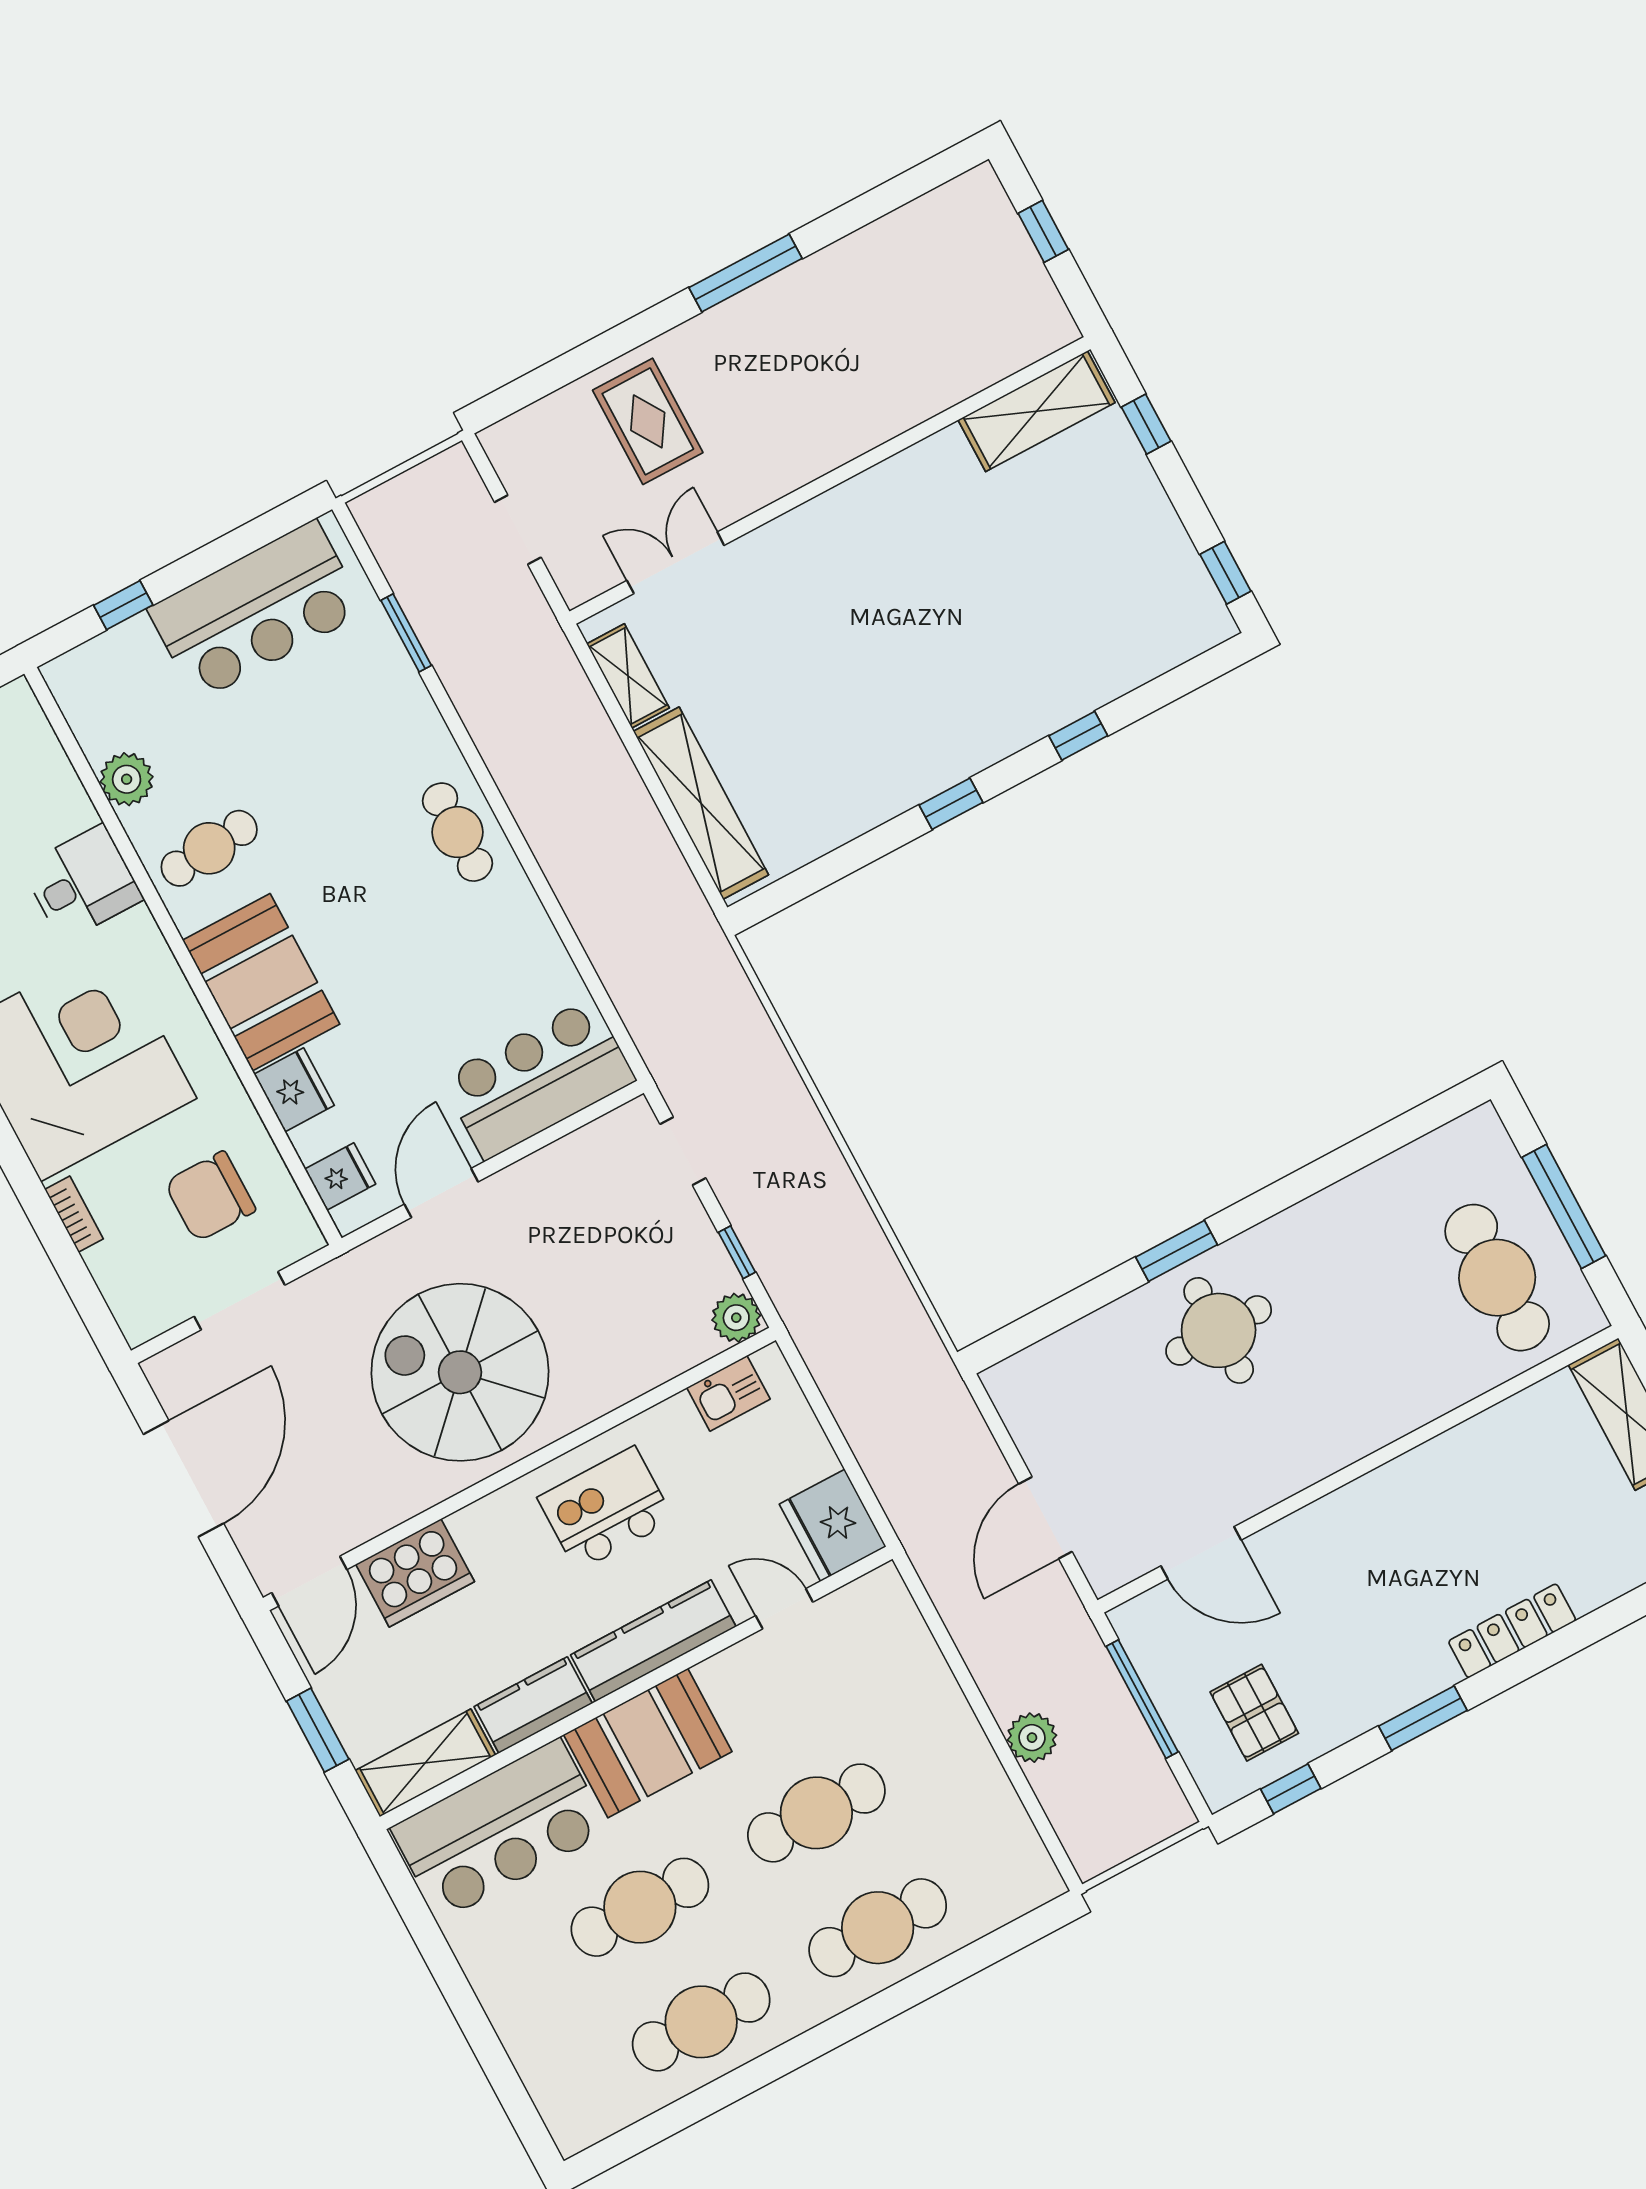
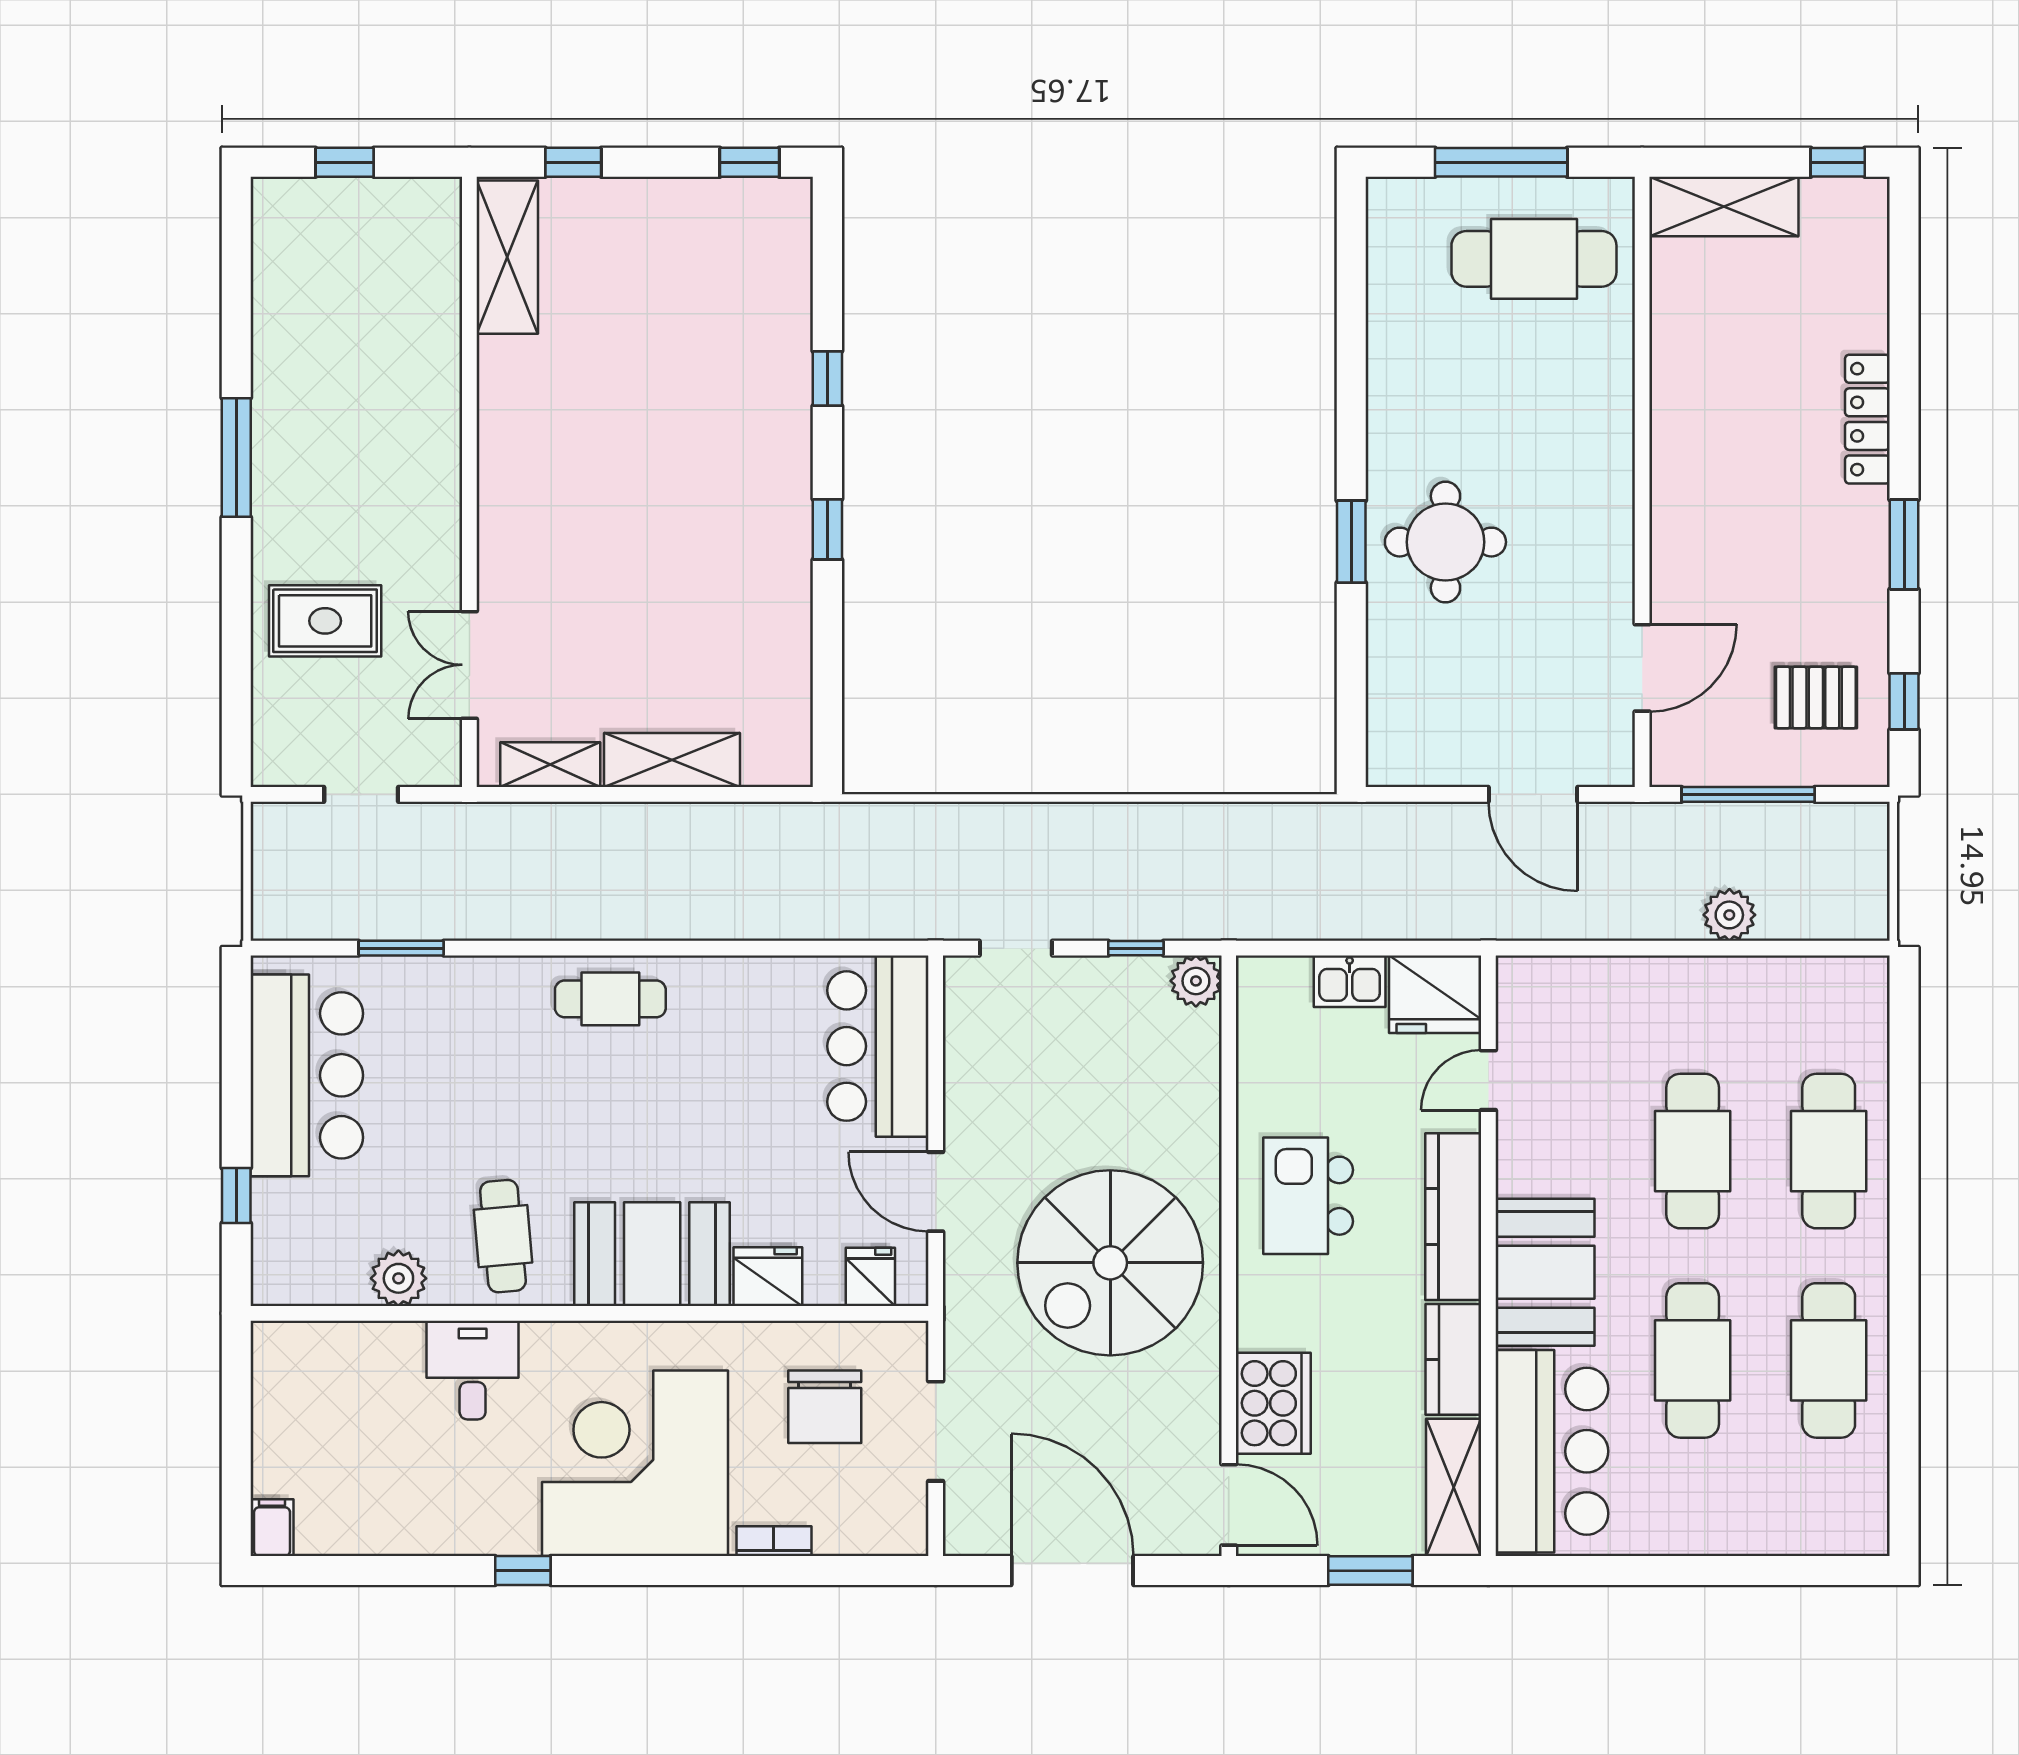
shelving: (701, 803) -> (672, 760), width x0.68
kitchen sink: (728, 1393) -> (1350, 981), moved, turned 90

